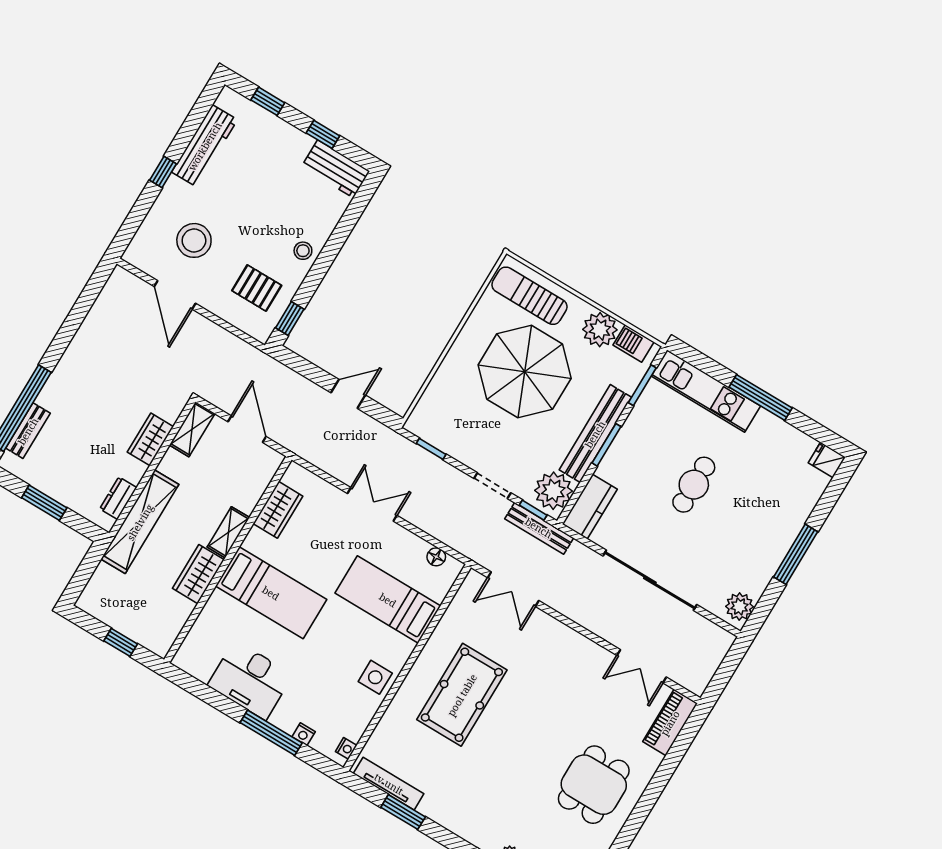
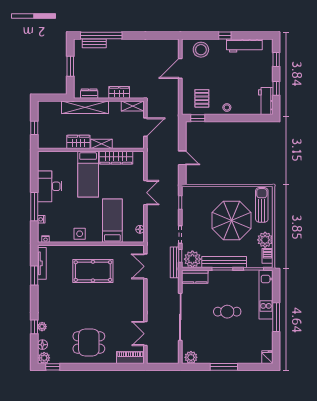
stool: (194, 240) -> (201, 50), moved
wardrobe: (278, 510) -> (116, 158), width x1.50

